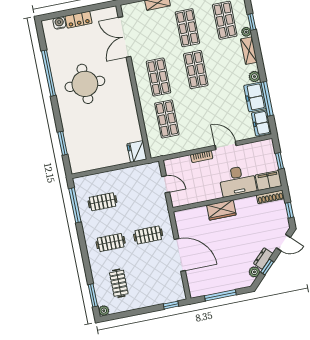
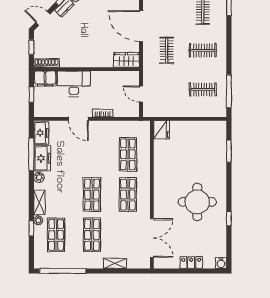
water cooler: (59, 23) -> (221, 263), moved
window: (49, 73) -> (229, 219), width x0.32
wardrobe: (221, 210) -> (126, 60), moved
clothes rail: (148, 235) -> (167, 50), turned 90

